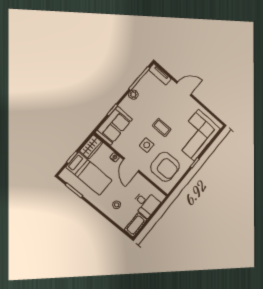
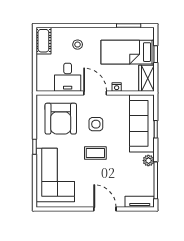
door: (184, 89) -> (105, 209), swing flipped
sofa: (114, 126) -> (142, 123), width x1.36
armchair: (165, 167) -> (61, 119), turned -90
desk: (146, 204) -> (68, 77), moved, turned -90

